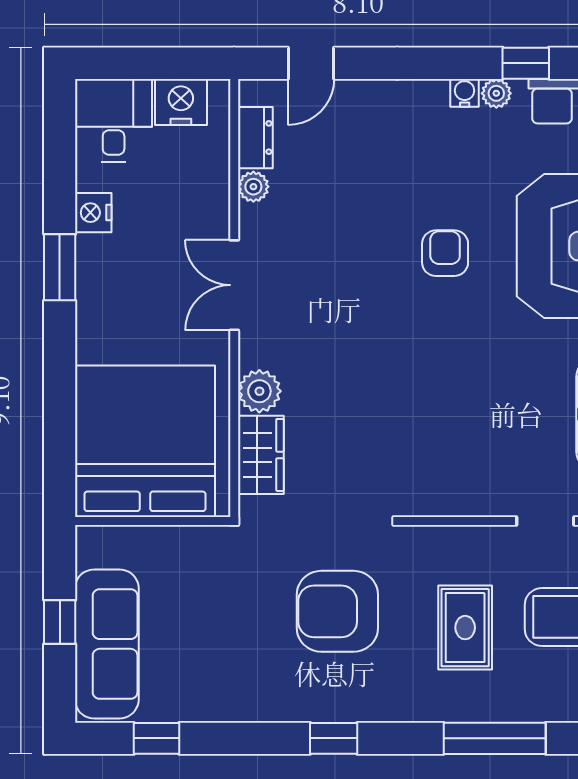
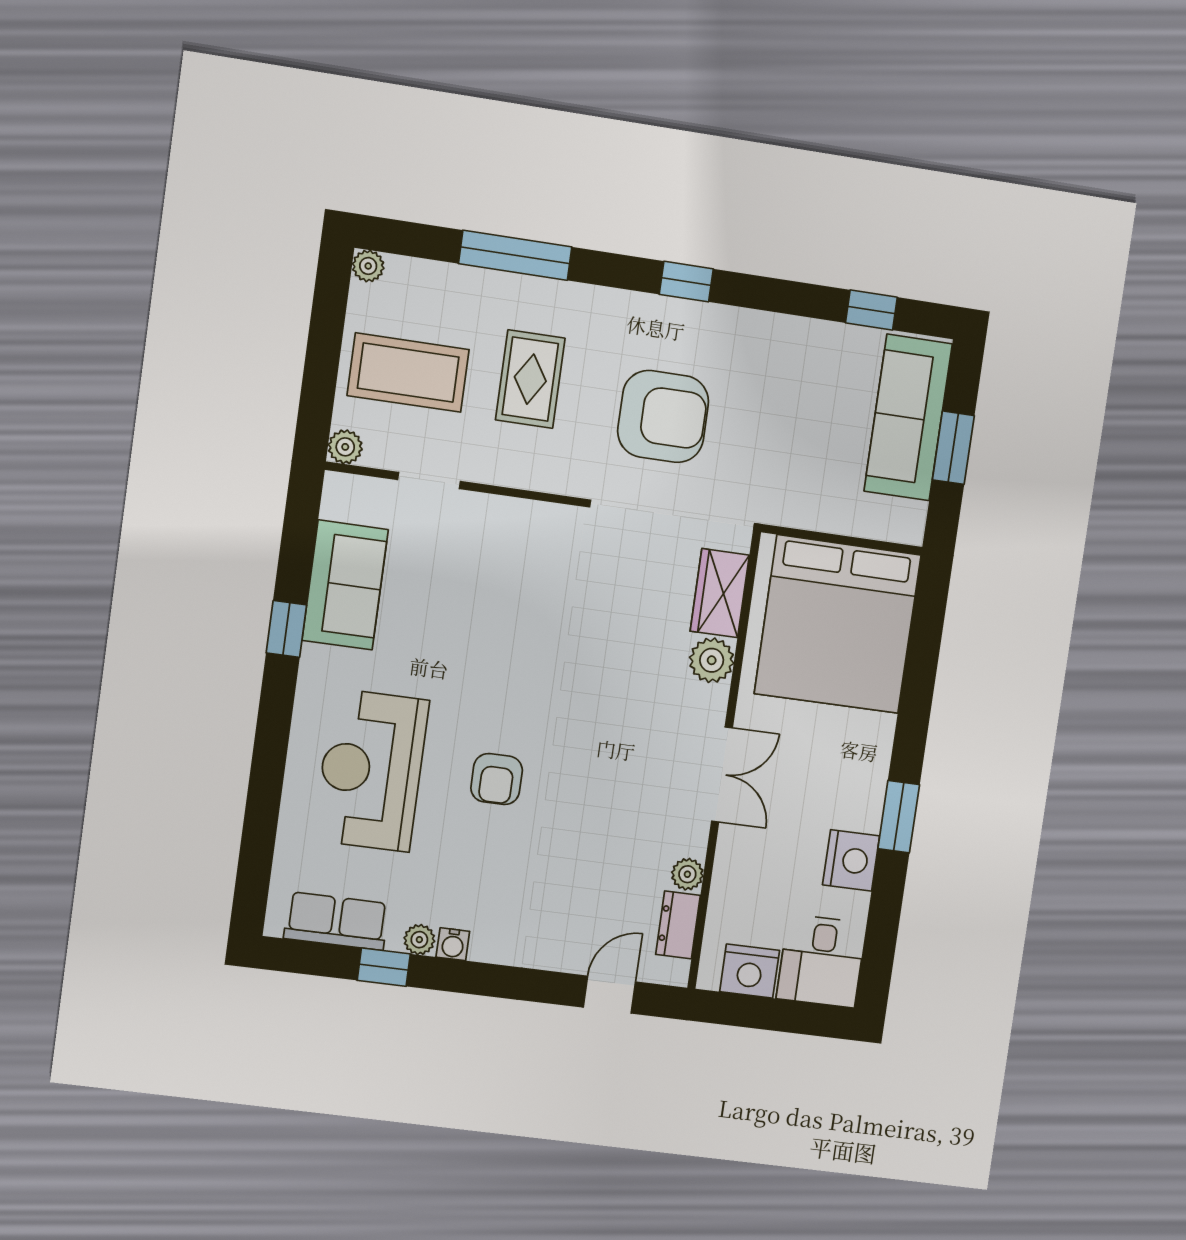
nightstand: (93, 213) -> (851, 860), width x1.36, depth x1.33
window: (60, 622) -> (953, 448), width x1.50

